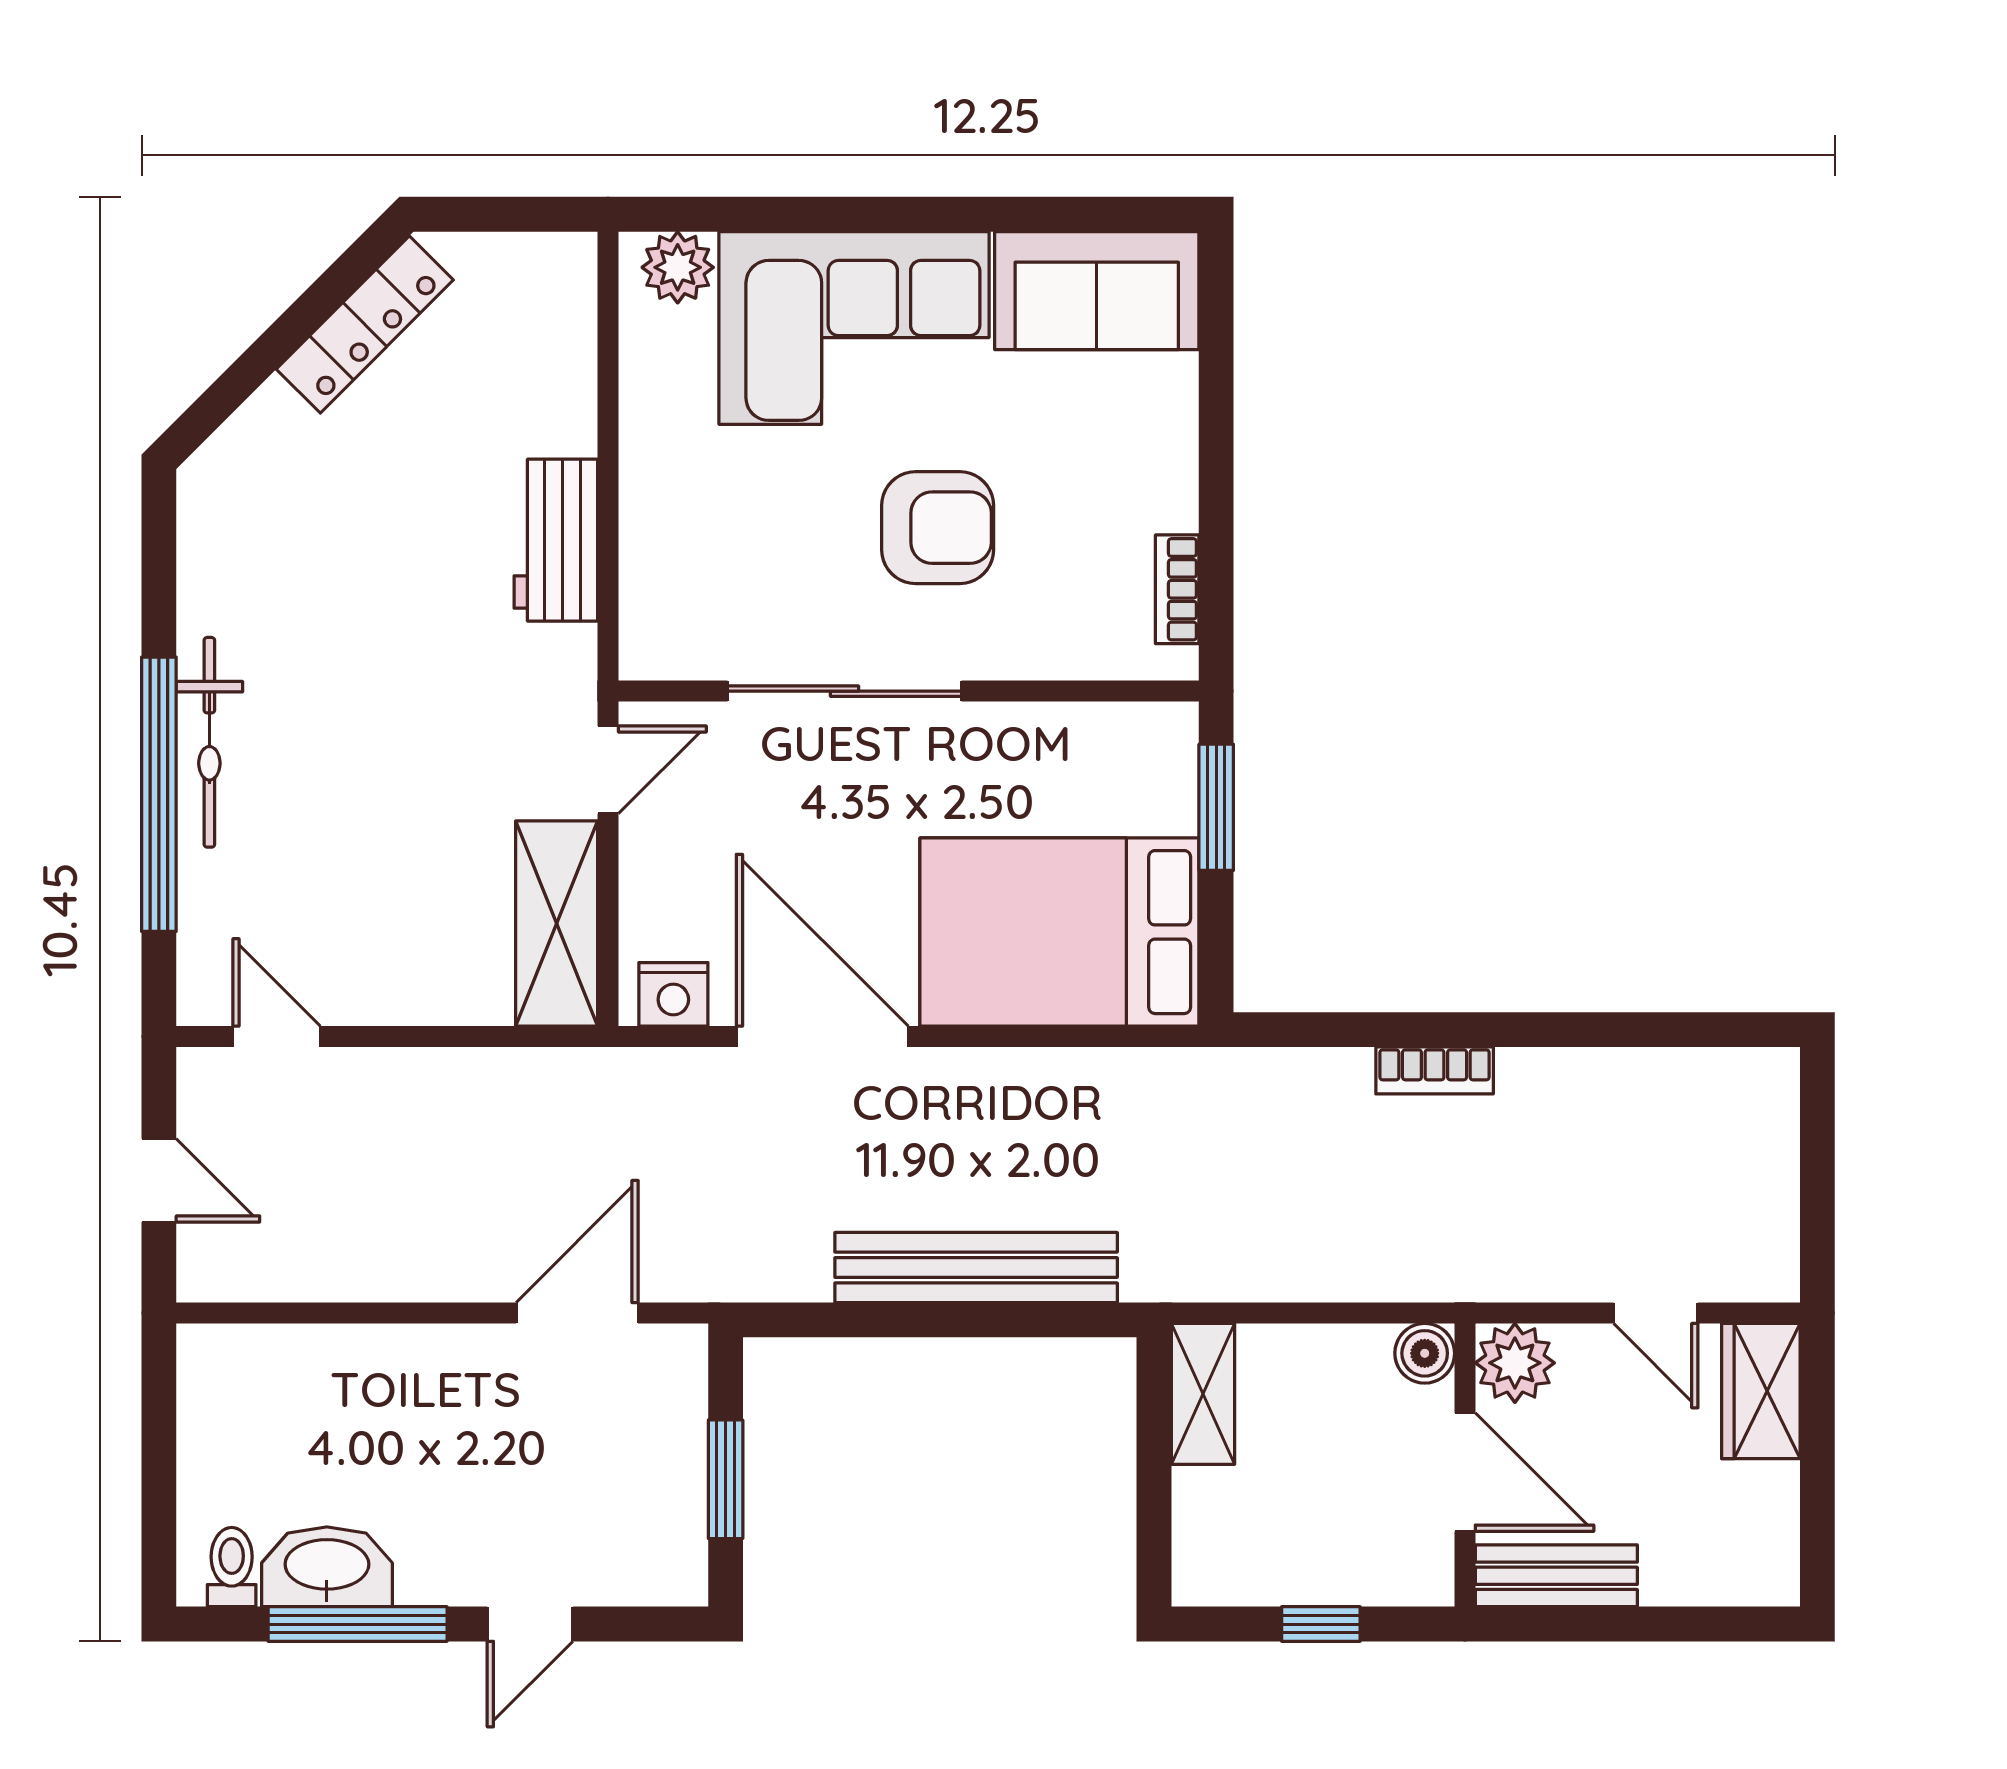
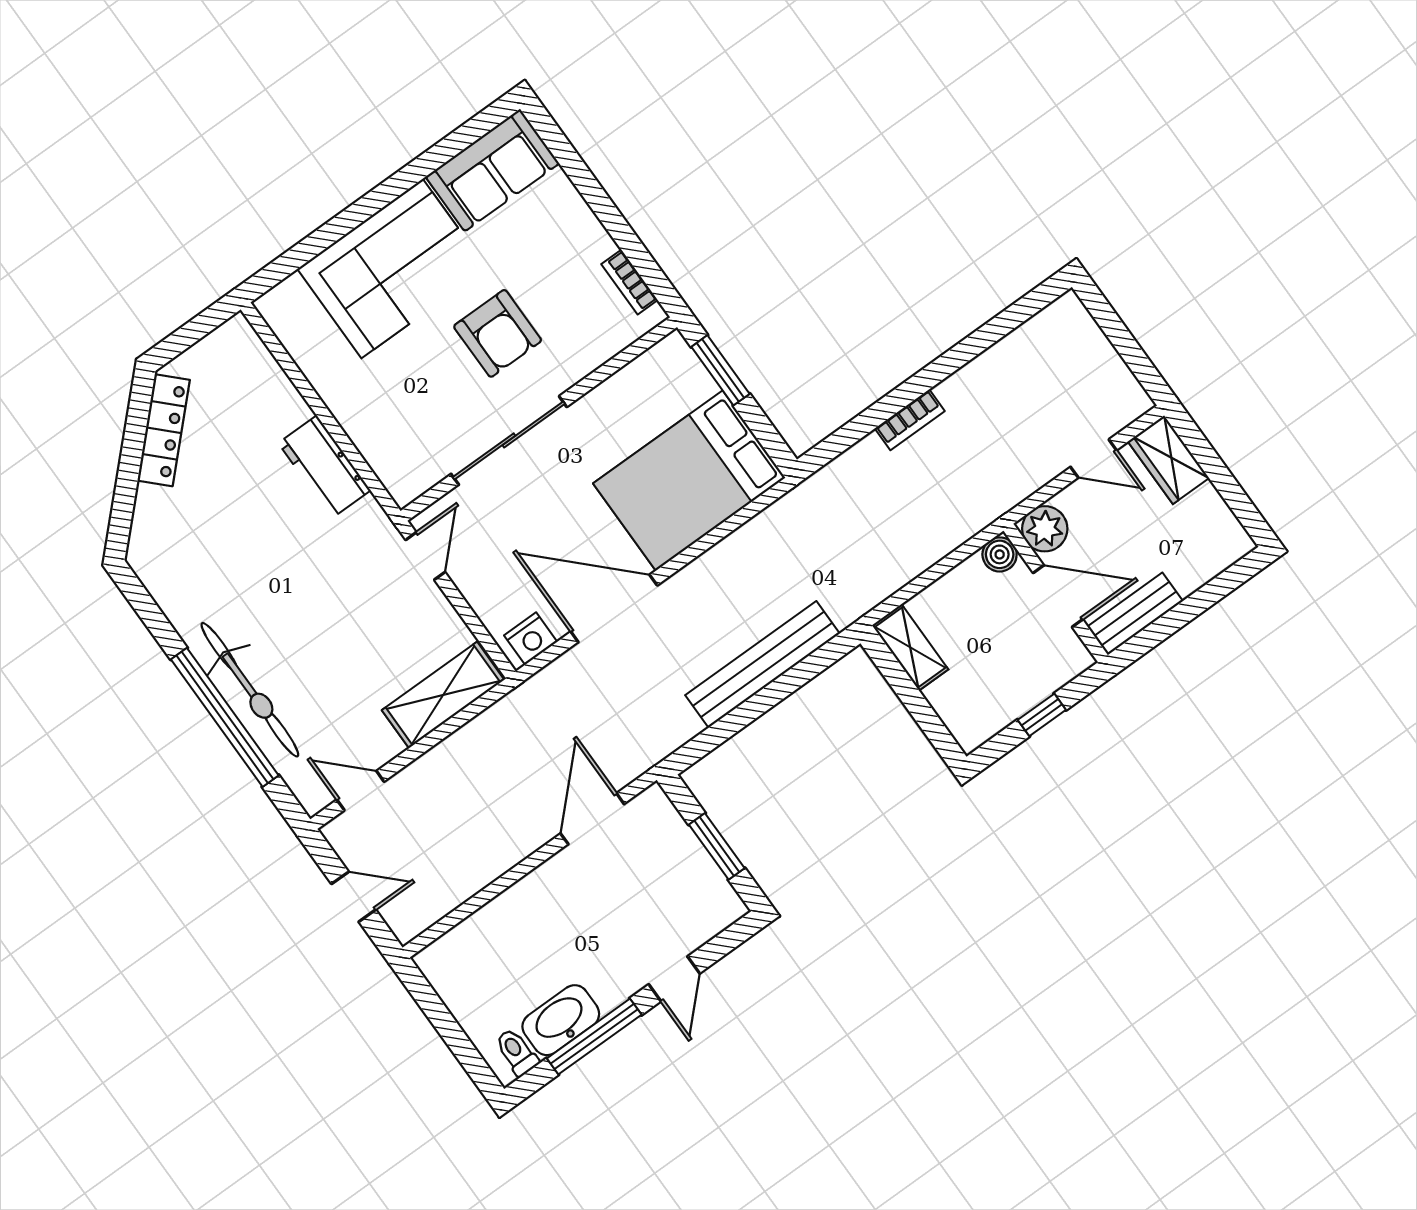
plant: (678, 267) -> (290, 299), removed
armchair: (938, 528) -> (498, 333), turned 90
bicycle: (209, 742) -> (250, 690), width x1.37, depth x1.40
shelving: (557, 924) -> (443, 695), moved, turned 90

